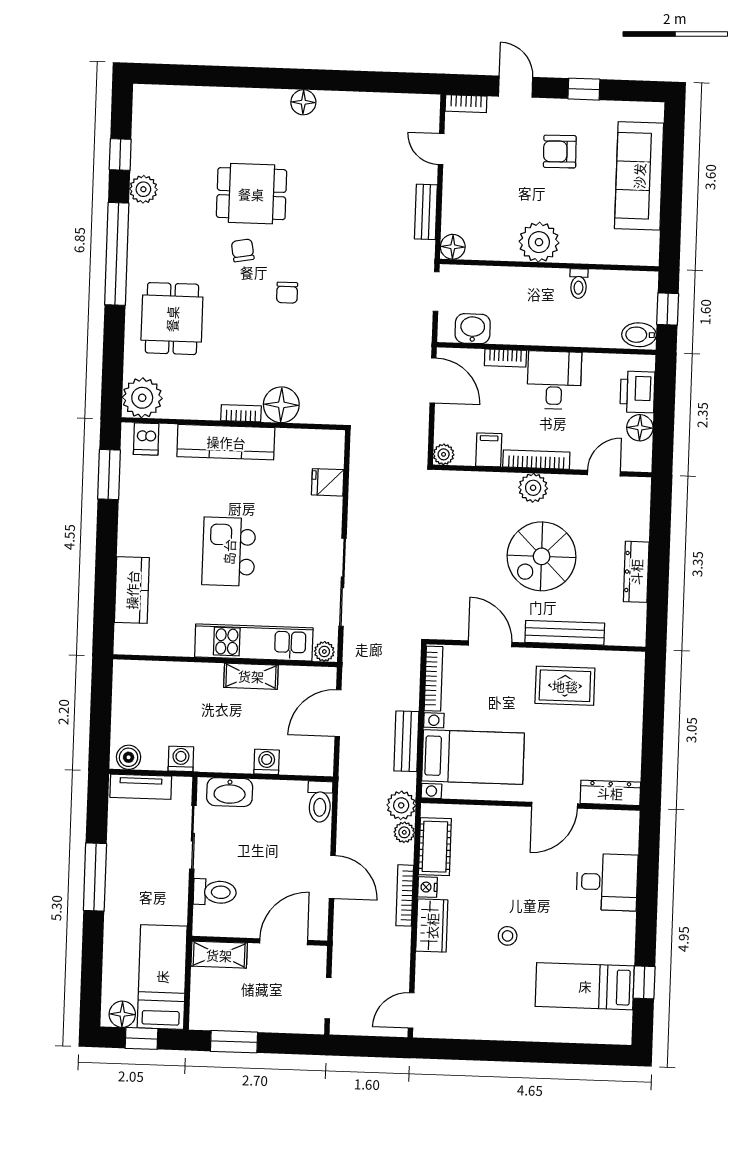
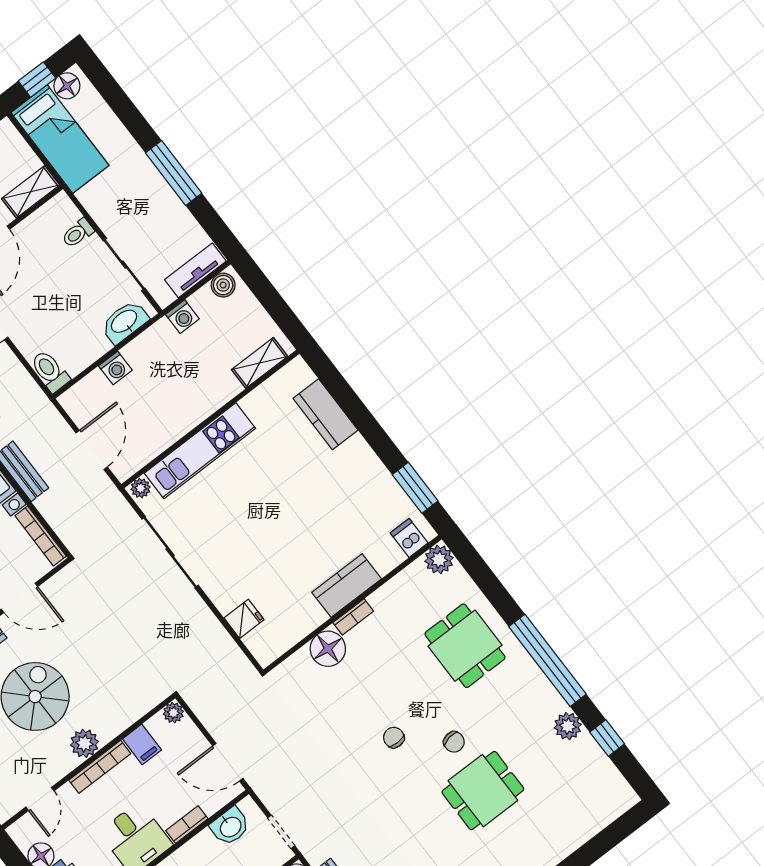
plant: (142, 398) -> (439, 559), width x0.73, depth x0.73
kitchen counter: (226, 442) -> (347, 586), width x0.67
kitchen island: (229, 552) -> (276, 504), removed
shelving: (251, 676) -> (260, 363), moved
toilet: (215, 892) -> (78, 233), width x0.73, depth x0.72

